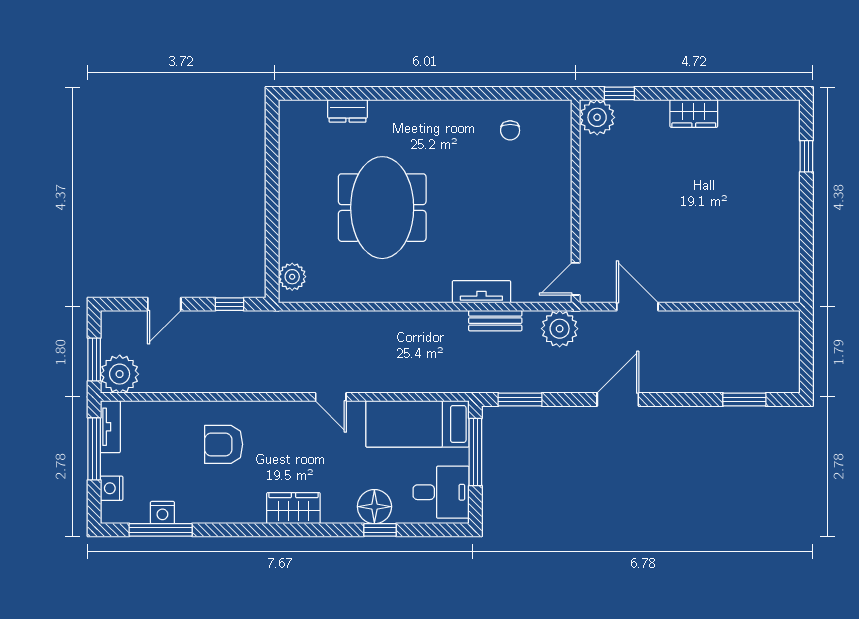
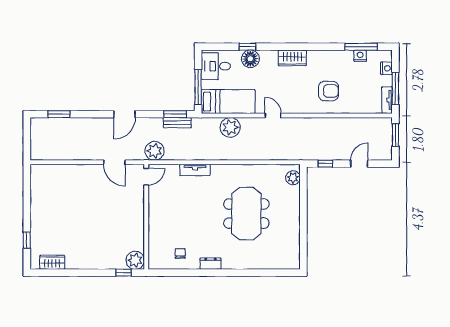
dresser: (348, 111) -> (210, 264), moved
wardrobe: (694, 114) -> (52, 262), moved
bench: (495, 321) -> (177, 123), moved
plant: (120, 374) -> (230, 127), moved

